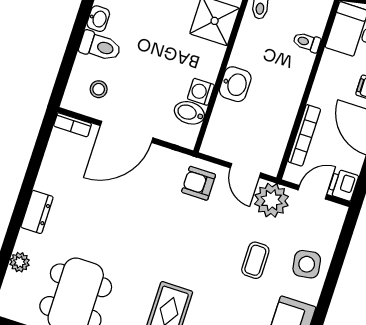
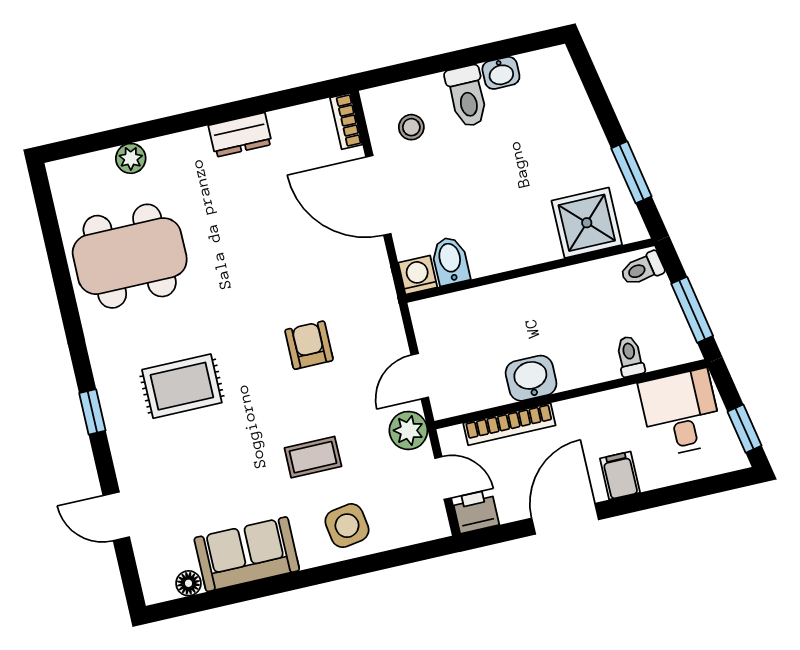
washbasin: (235, 84) -> (531, 378), moved, turned 180
washing machine: (201, 92) -> (418, 275), moved
armchair: (199, 183) -> (309, 345), moved
plant: (272, 200) -> (408, 430), width x0.73, depth x0.73
dresser: (37, 212) -> (240, 135), moved

